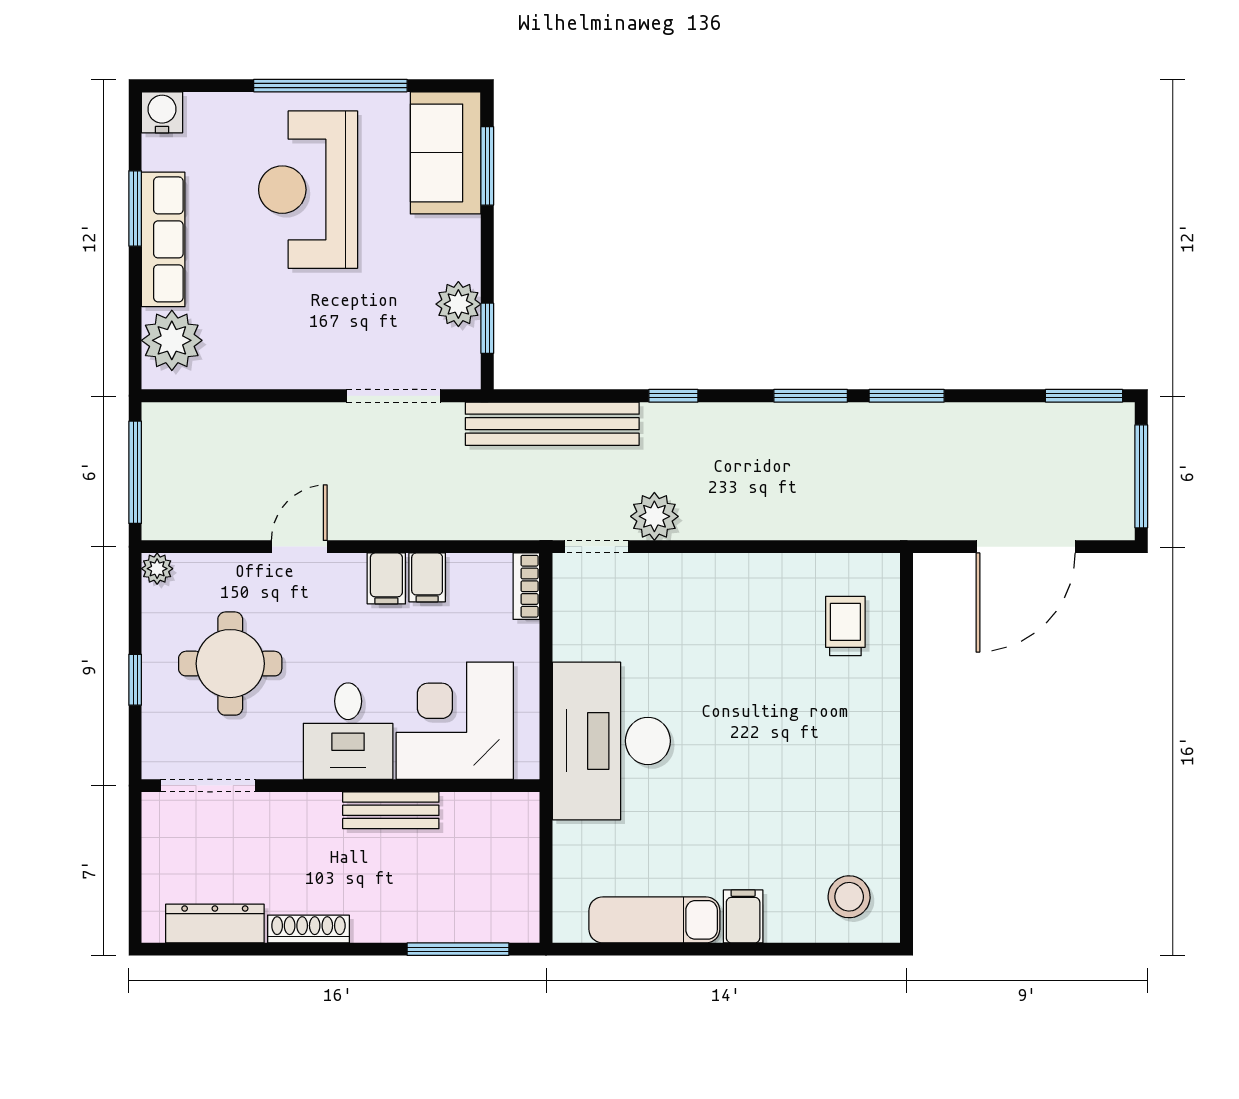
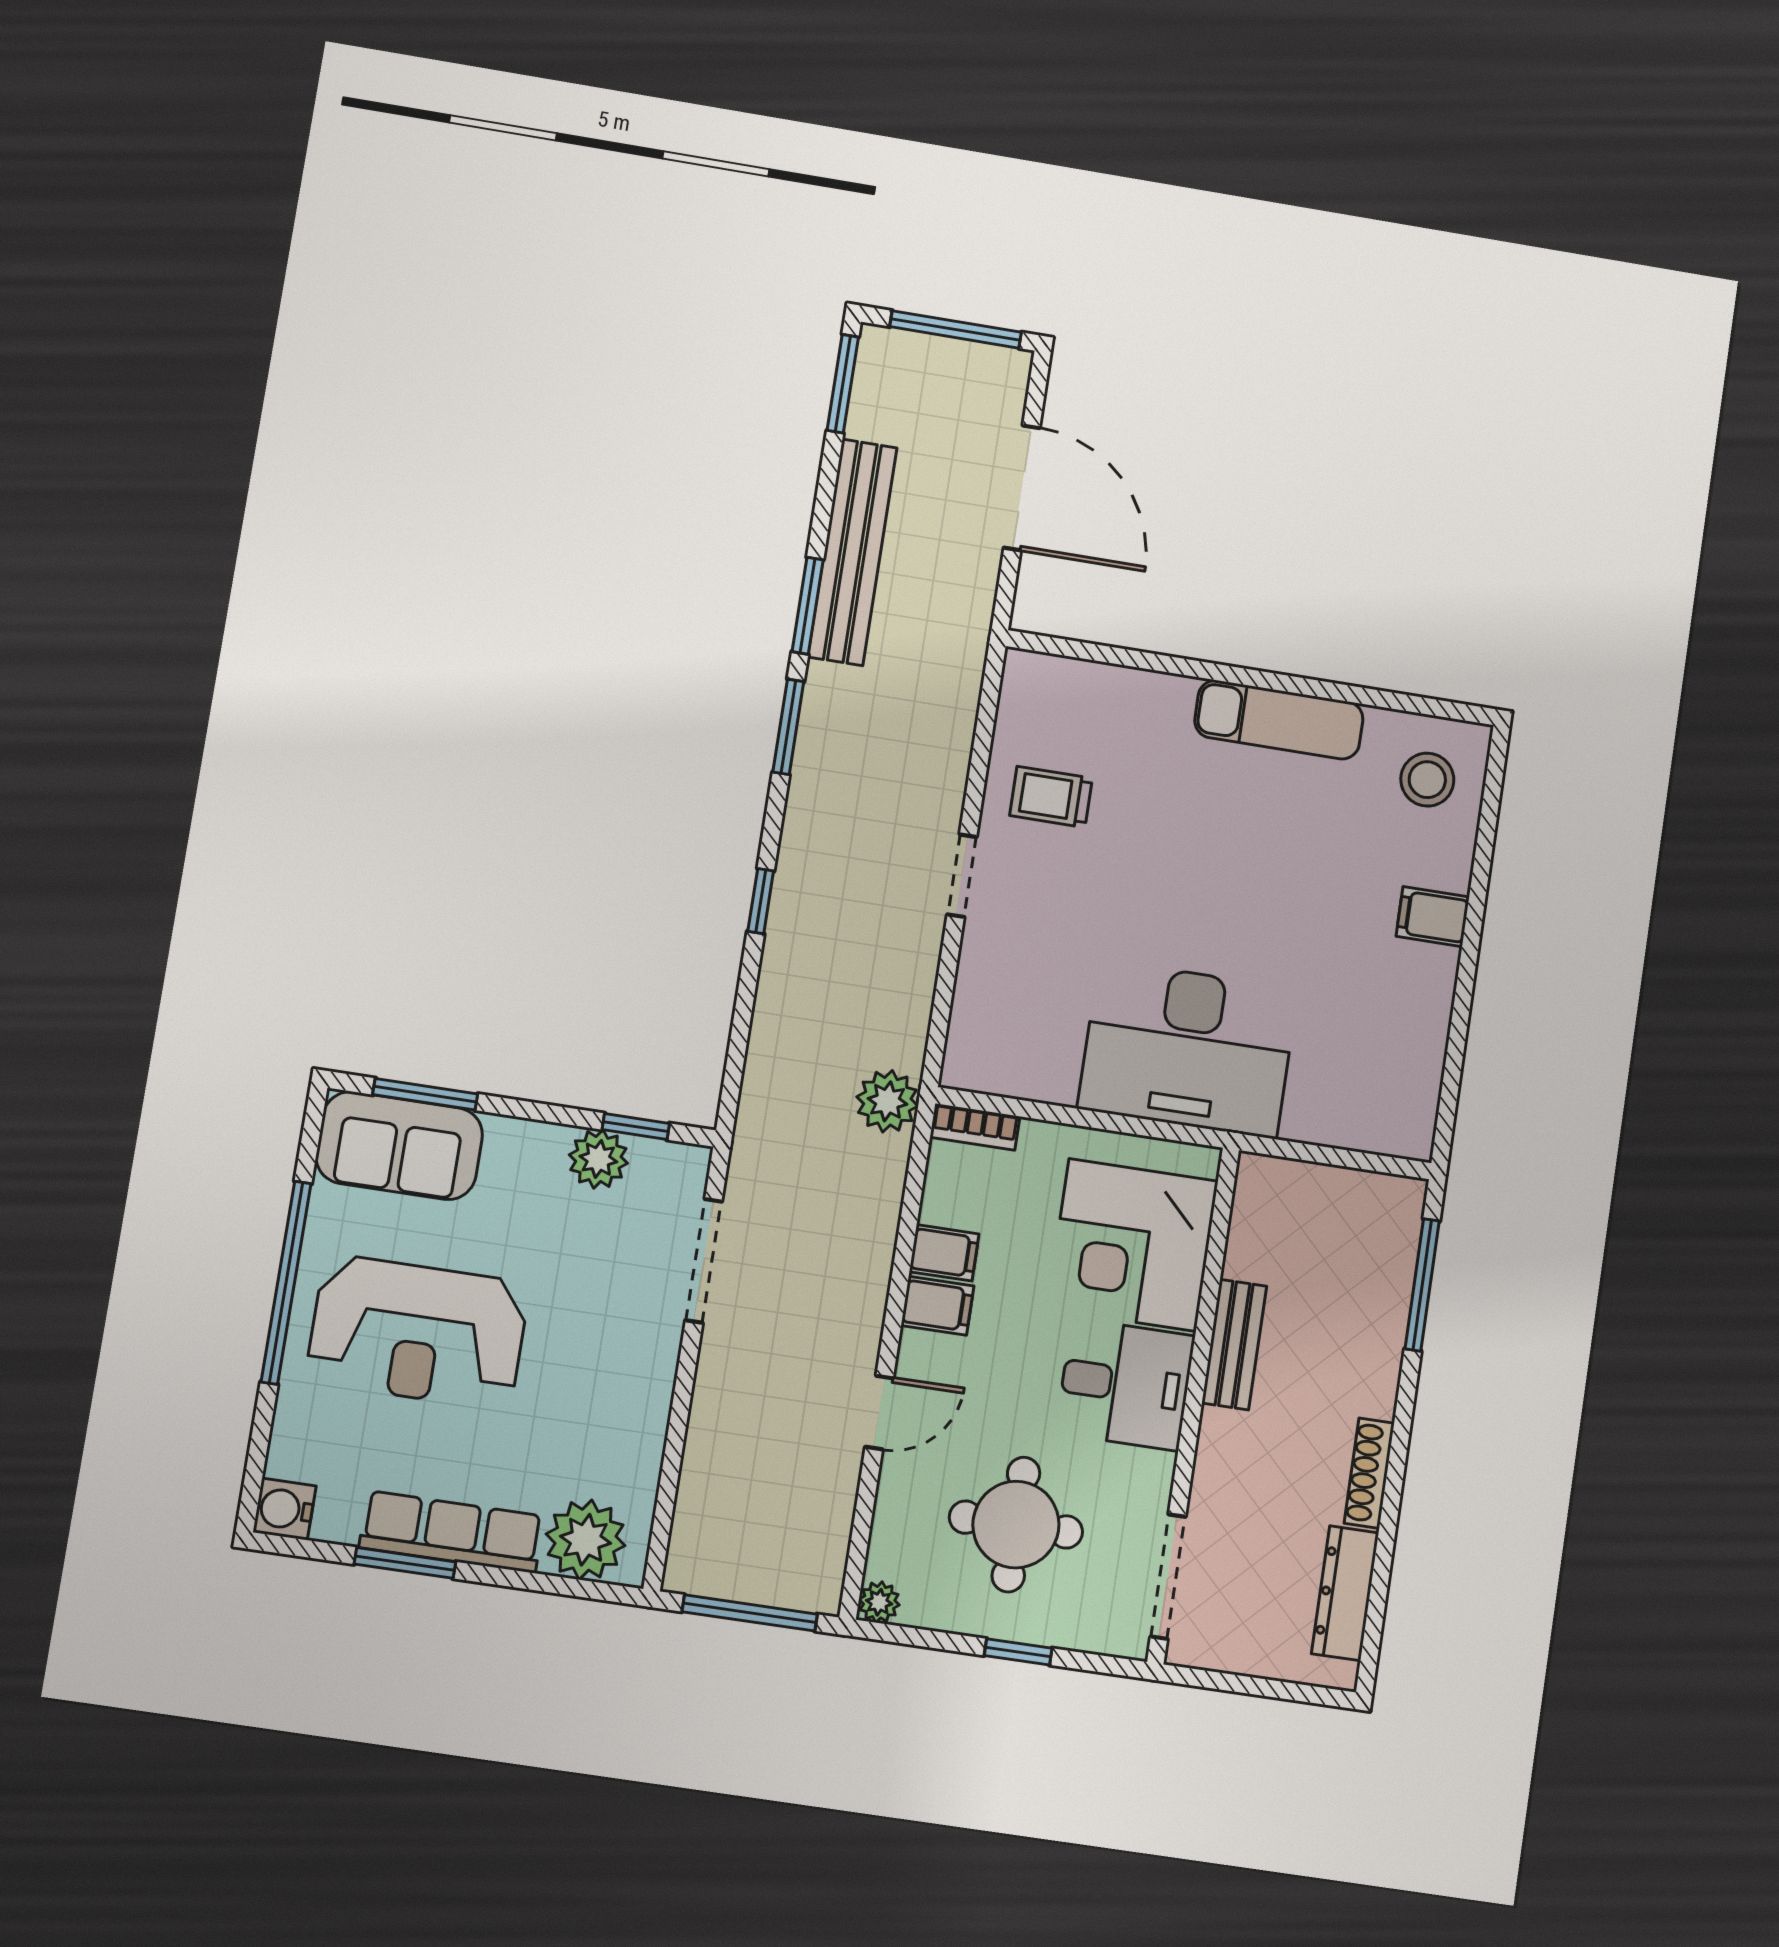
bench: (552, 424) -> (852, 552), moved
plant: (654, 516) -> (887, 1101), moved
door: (299, 547) -> (879, 1412), swing flipped
doorway: (597, 547) -> (962, 876), moved
trolley: (845, 626) -> (1051, 797), moved
exam couch: (654, 920) -> (1279, 720), moved, turned -90

